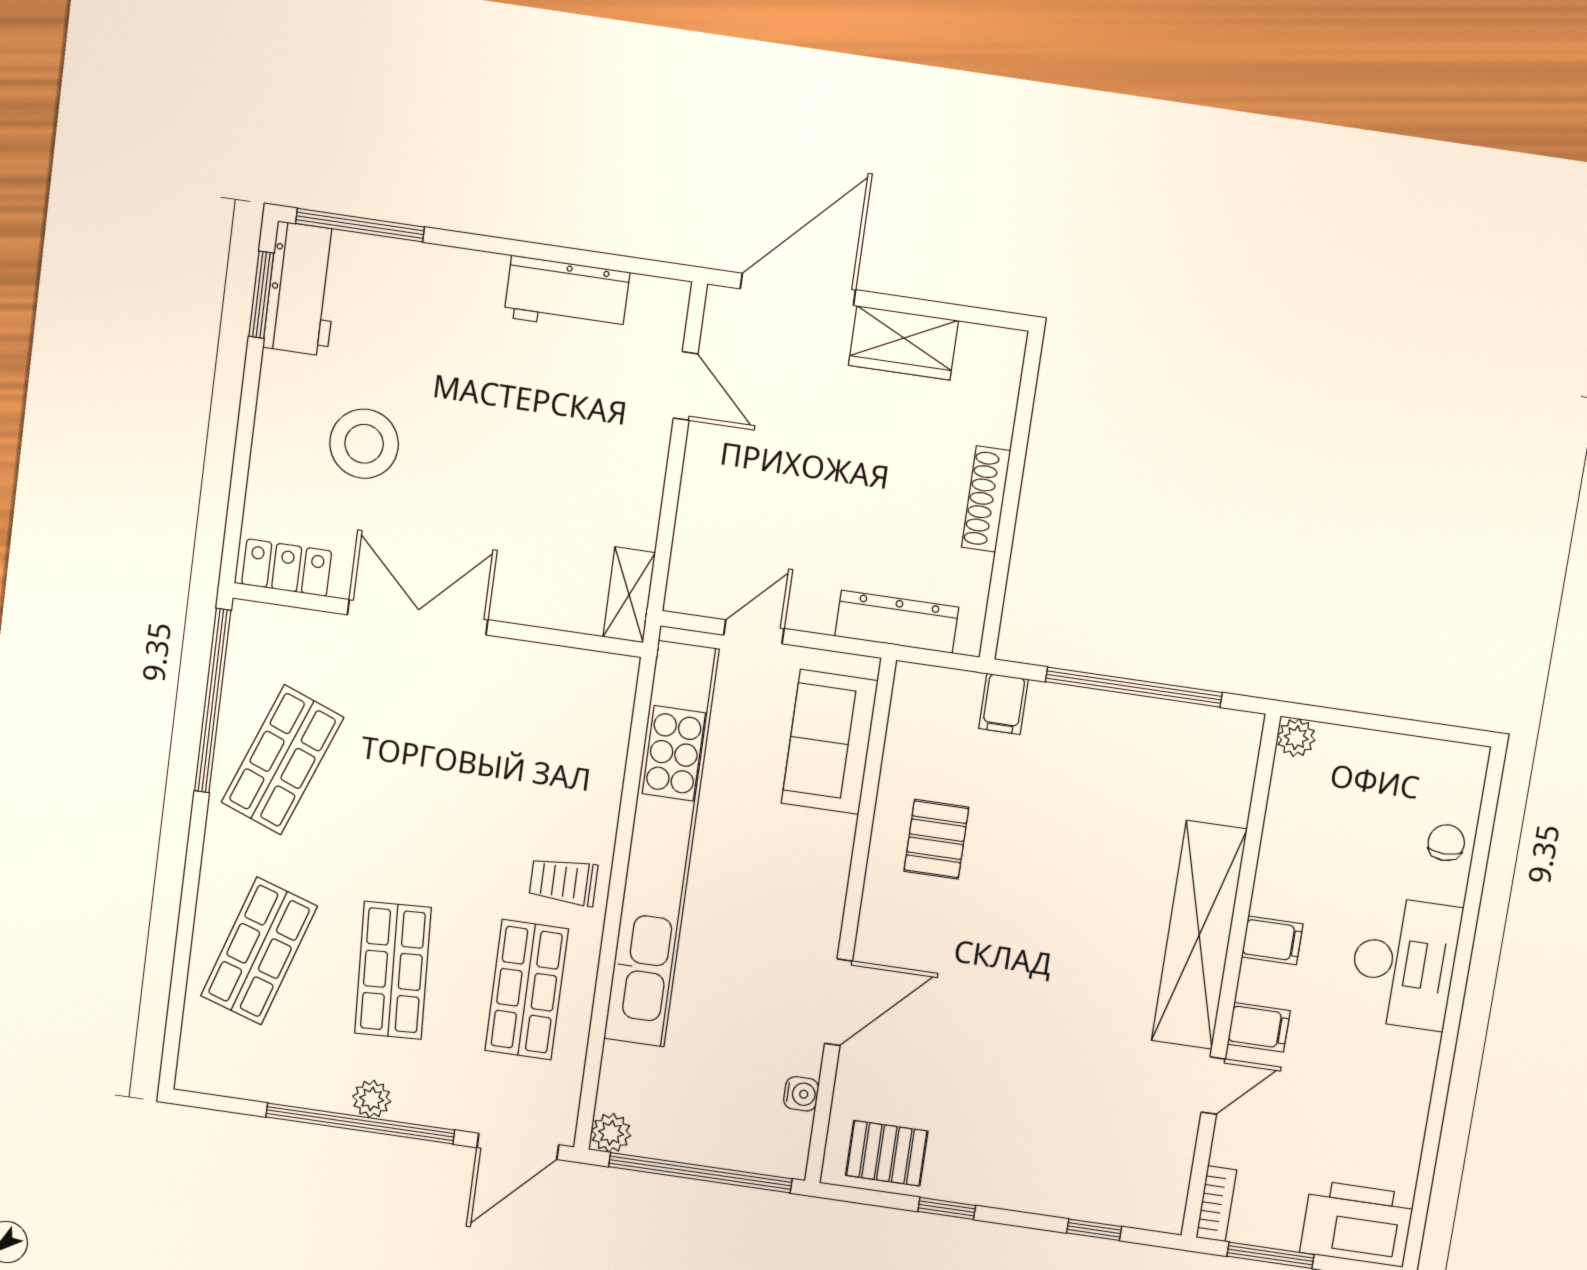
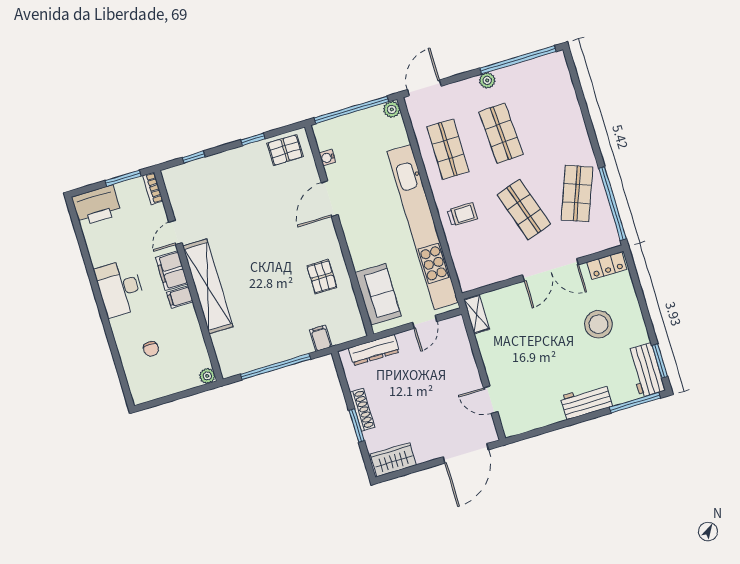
workbench: (567, 295) -> (586, 401), moved
wardrobe: (903, 343) -> (393, 460), moved
window: (1015, 470) -> (357, 425), added
chair: (1446, 843) -> (151, 349), moved
trolley: (563, 881) -> (462, 214), moved
shop shelf: (259, 951) -> (524, 209), moved, turned -36
desk: (1404, 963) -> (120, 288), moved
filing cabinet: (1259, 1027) -> (172, 271), width x2.00
window: (360, 1124) -> (518, 60), moved

